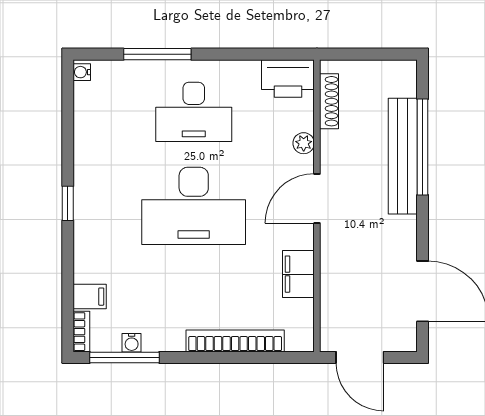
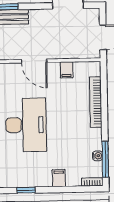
door: (317, 198) -> (34, 61), moved
filing cabinet: (298, 274) -> (66, 70), width x0.50
filing cabinet: (90, 297) -> (59, 178), moved

